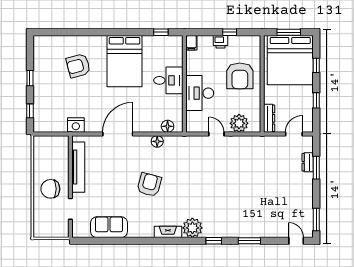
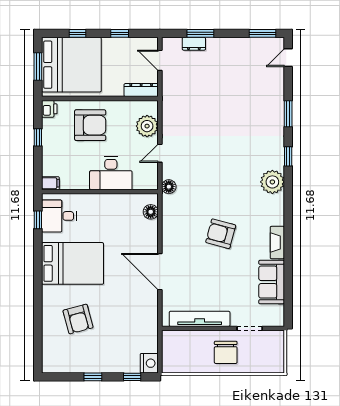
printer: (221, 42) -> (49, 109), moved
desk: (168, 80) -> (59, 216), moved, turned -90
nightstand: (76, 125) -> (149, 363), moved
floor lamp: (157, 141) -> (169, 187), moved
fireplace: (168, 232) -> (277, 243), moved

